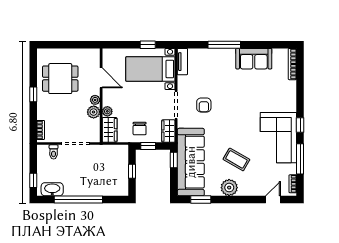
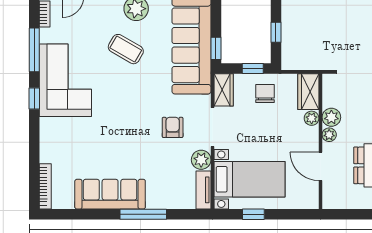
sofa: (254, 59) -> (110, 194), width x1.36
plant: (184, 82) -> (201, 160), added

